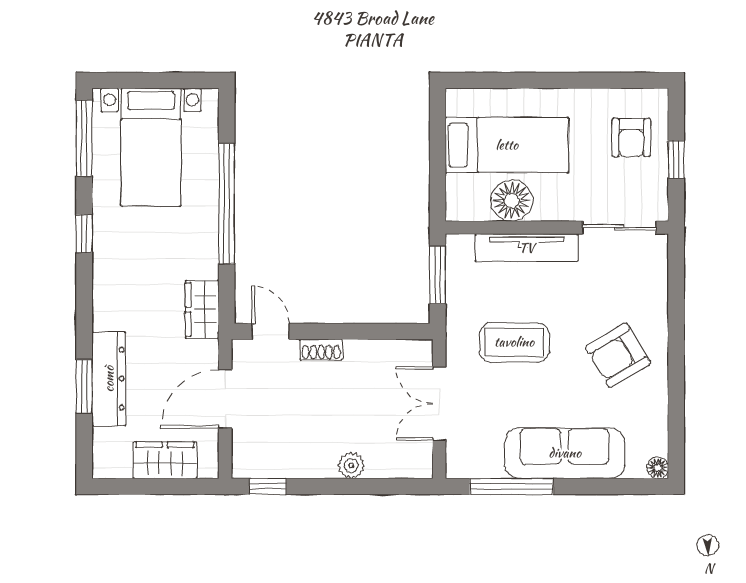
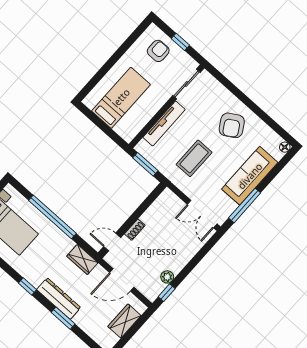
armchair: (631, 138) -> (158, 51), turned -90
floor lamp: (512, 201) -> (142, 114), removed
window: (84, 234) -> (27, 286), moved
dresser: (109, 379) -> (59, 298), moved
window: (84, 386) -> (63, 318), moved
door: (225, 399) -> (122, 280), hinge flipped
double door: (439, 404) -> (202, 214), moved
plant: (351, 465) -> (167, 277), moved

